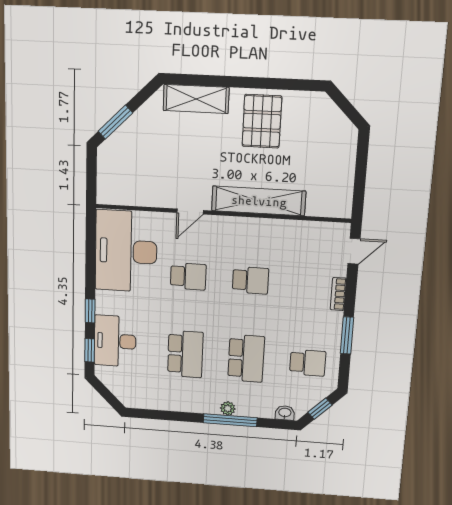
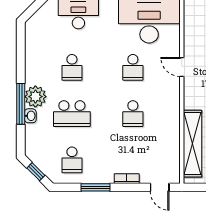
shelving: (259, 201) -> (192, 144), moved
school desk: (185, 354) -> (72, 67), width x0.54
plant: (228, 408) -> (35, 97), width x1.88, depth x1.88
washbasin: (285, 413) -> (30, 116), moved

